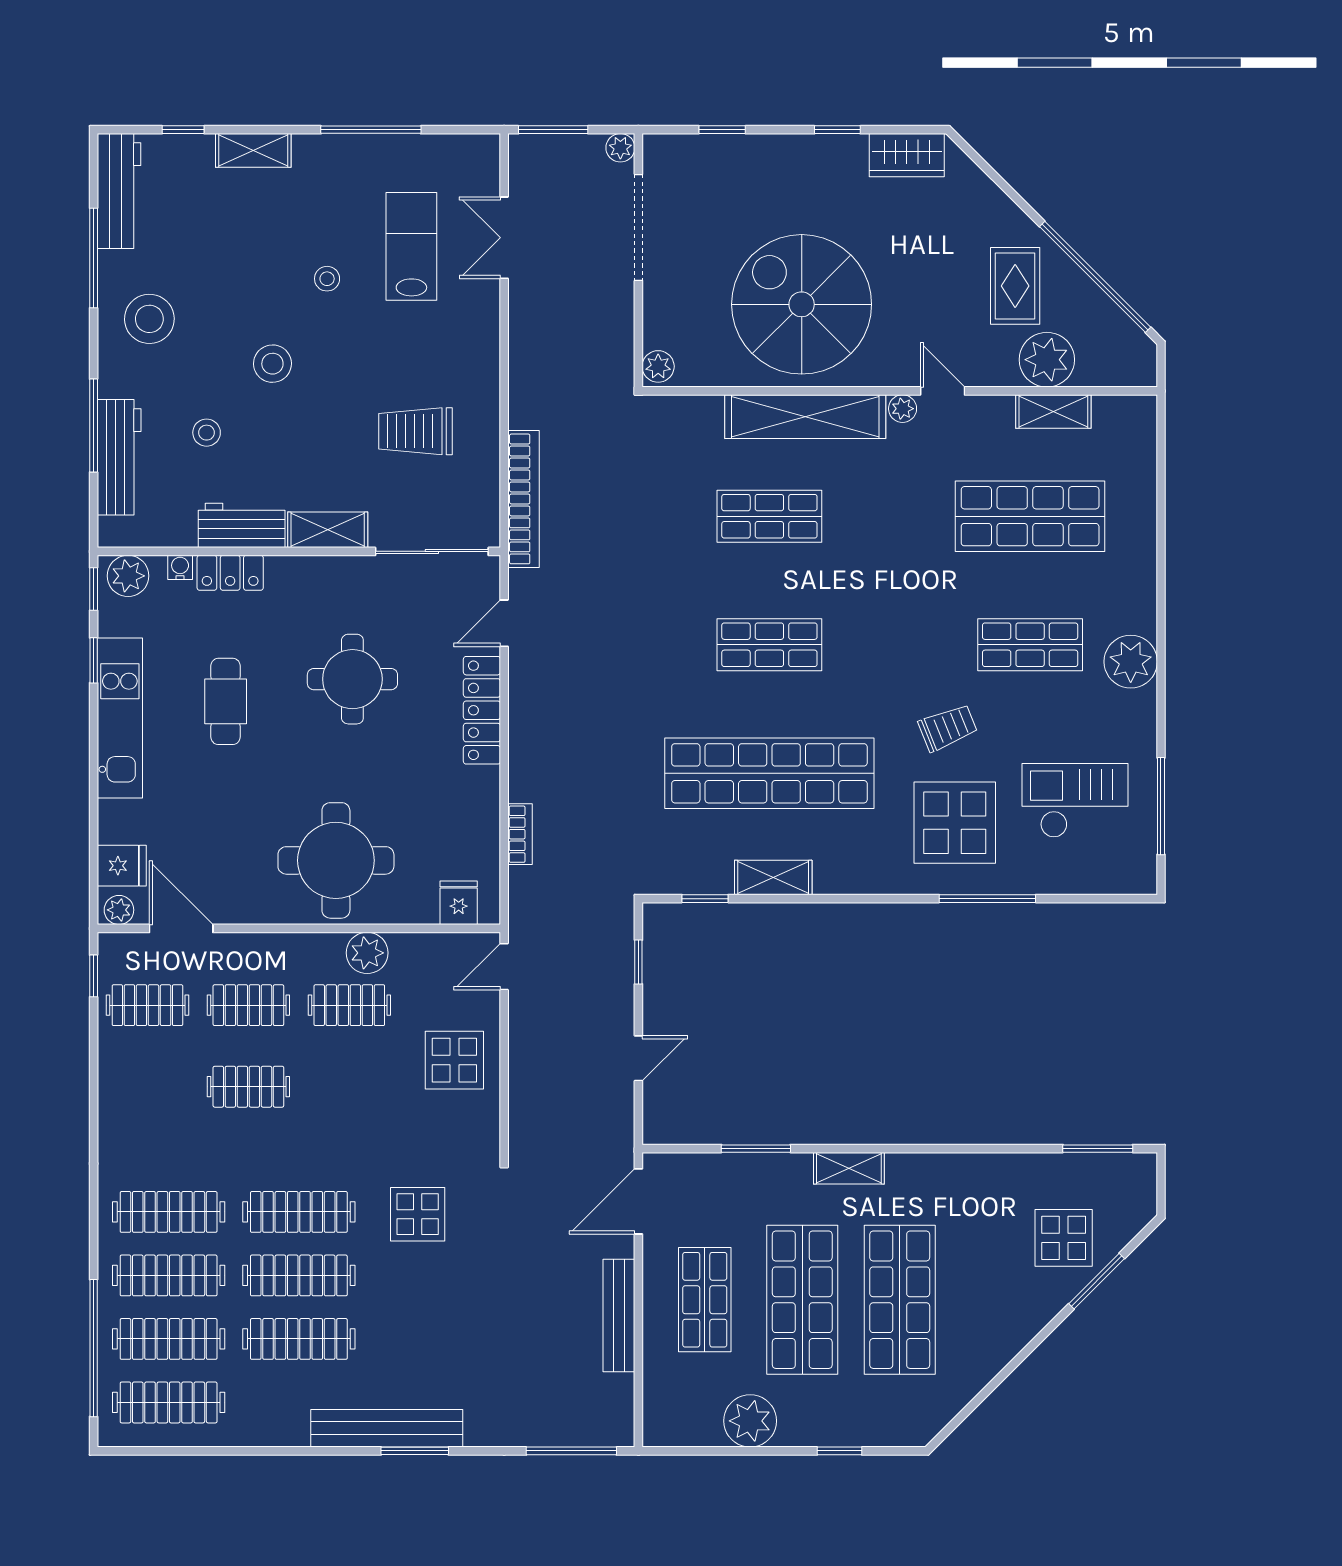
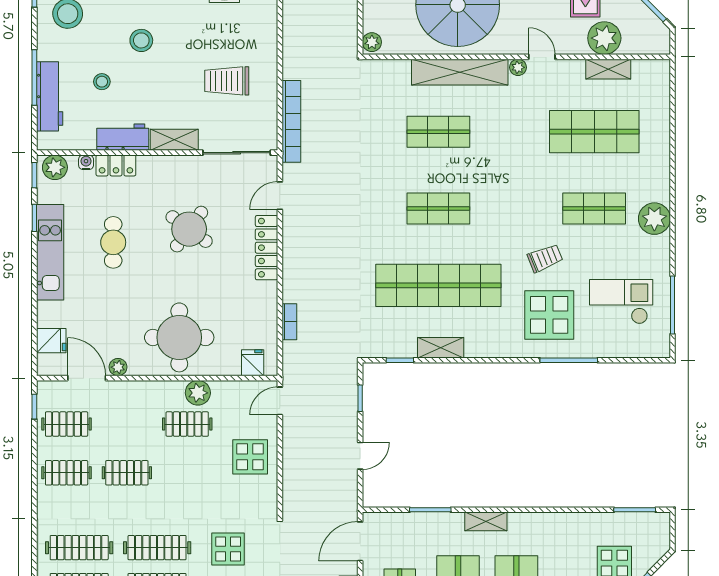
round table: (352, 679) -> (189, 229), turned 36
plant: (119, 910) -> (118, 367), moved
clothes rail: (248, 1005) -> (67, 473), moved

